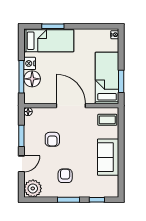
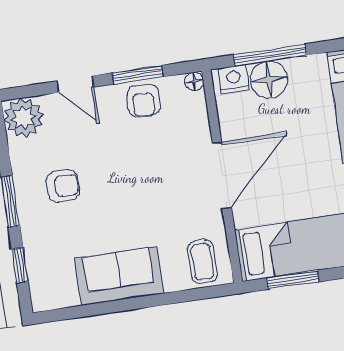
nightstand: (30, 63) -> (234, 79), moved
armchair: (52, 139) -> (143, 101), moved, turned -86

